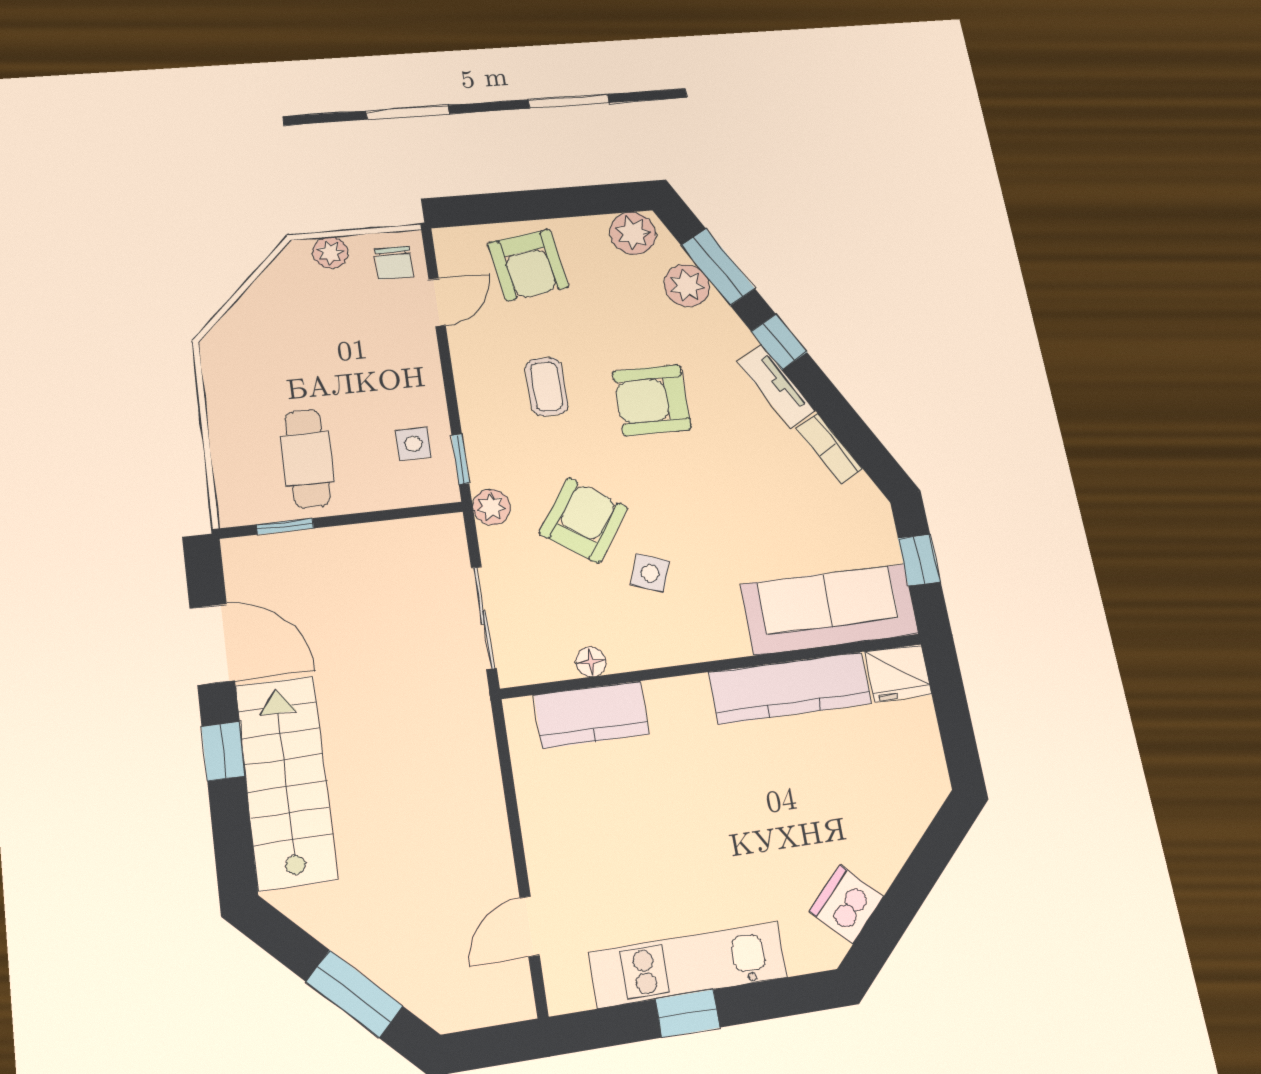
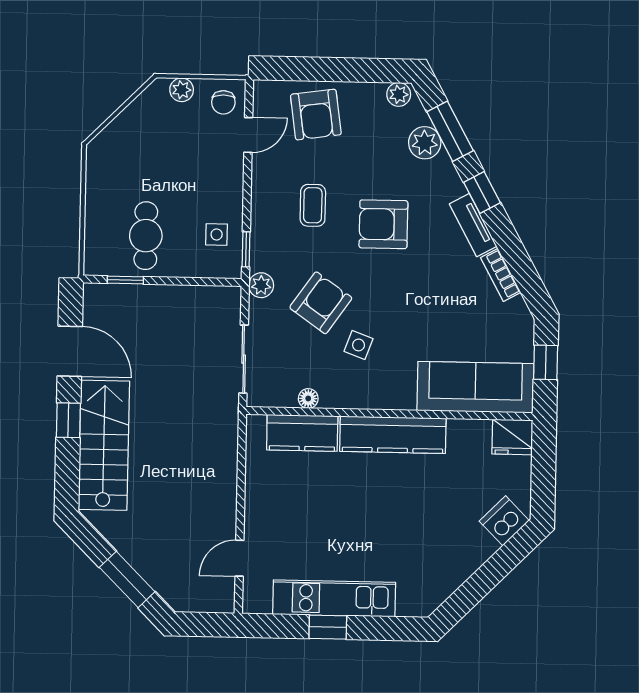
plant: (633, 233) -> (399, 94), width x0.73, depth x0.73
kitchen counter: (790, 688) -> (393, 435), moved
dishwasher: (847, 904) -> (504, 521), moved

